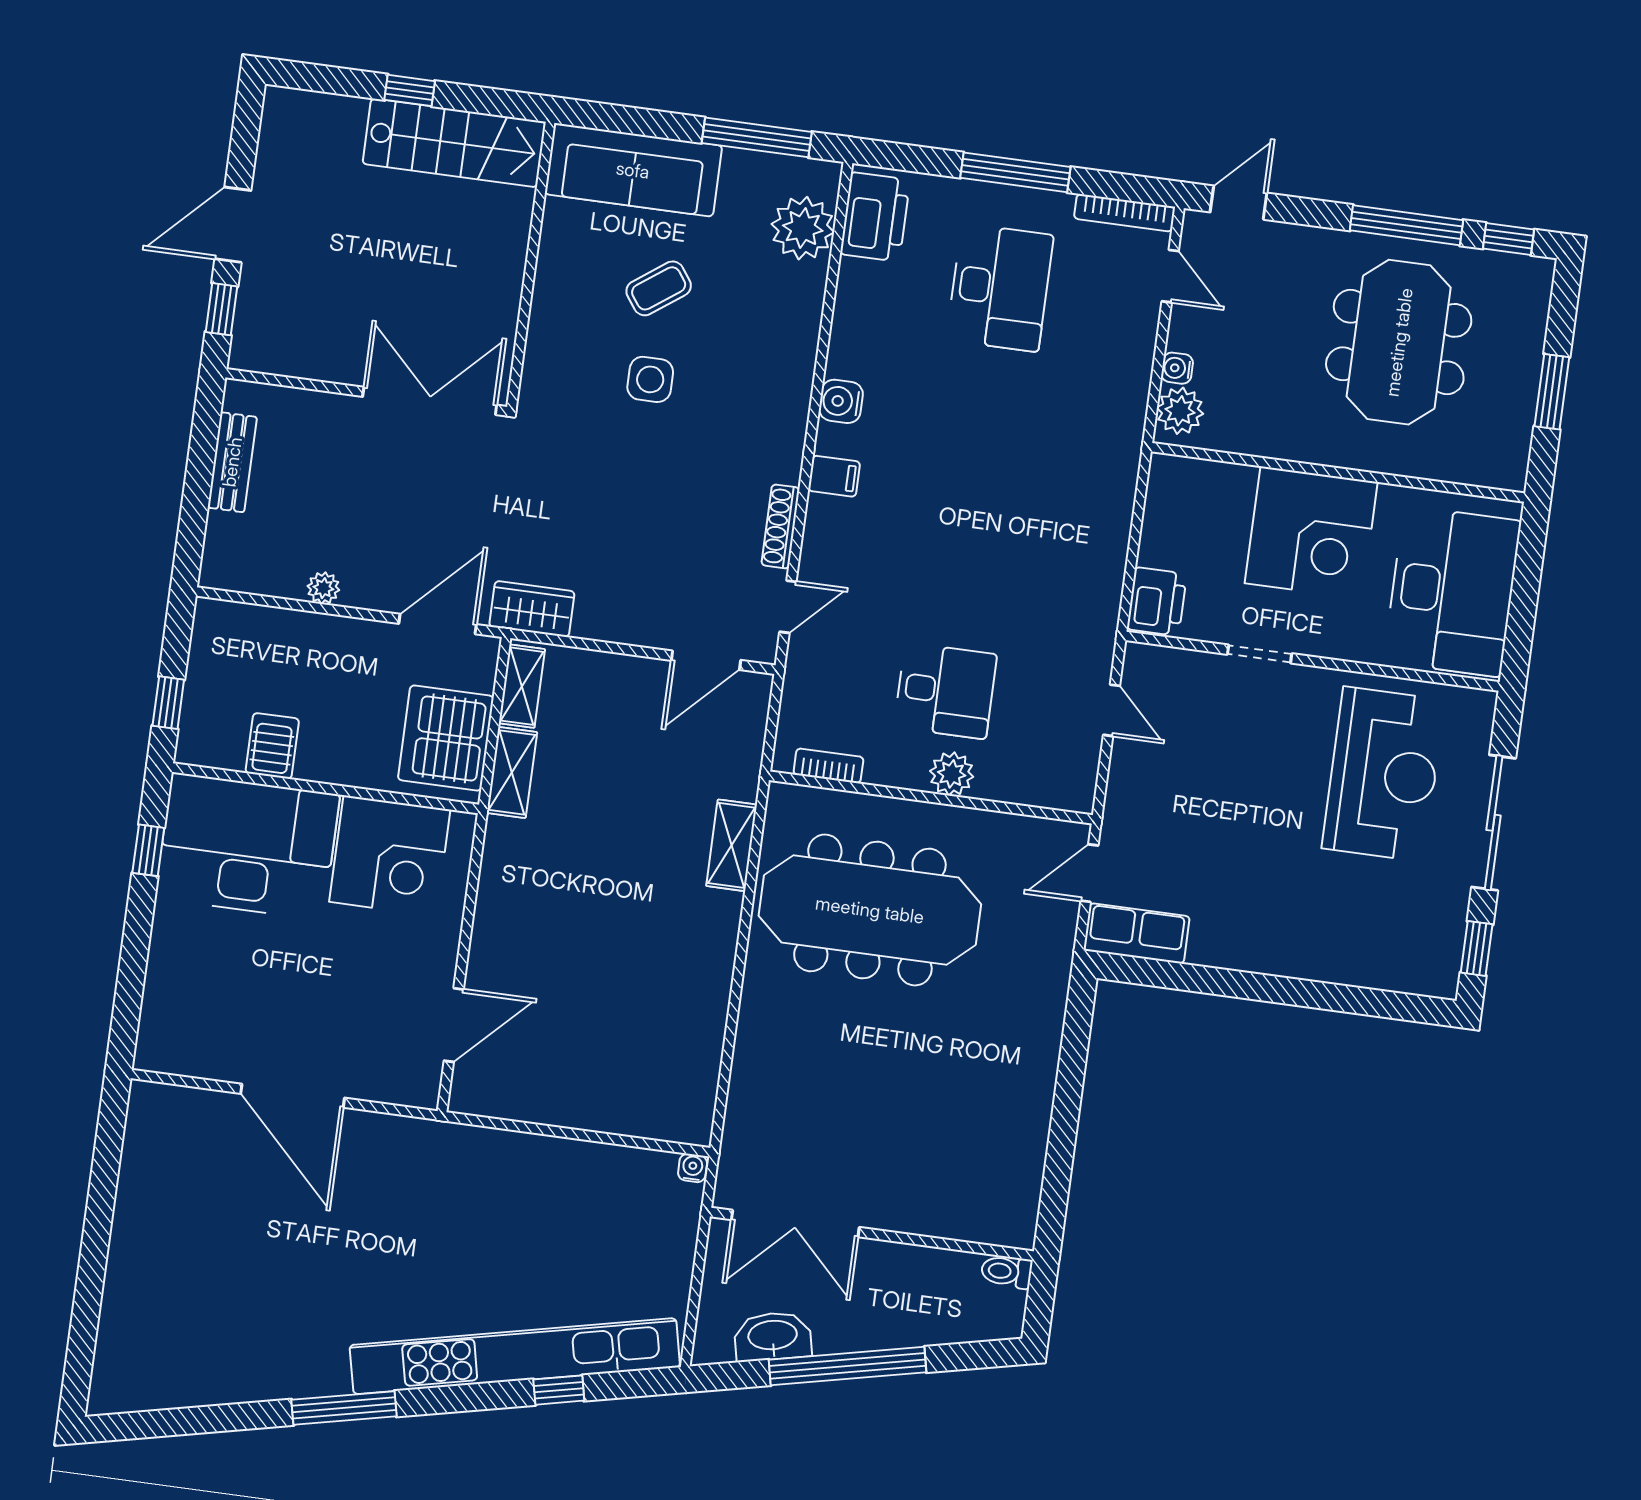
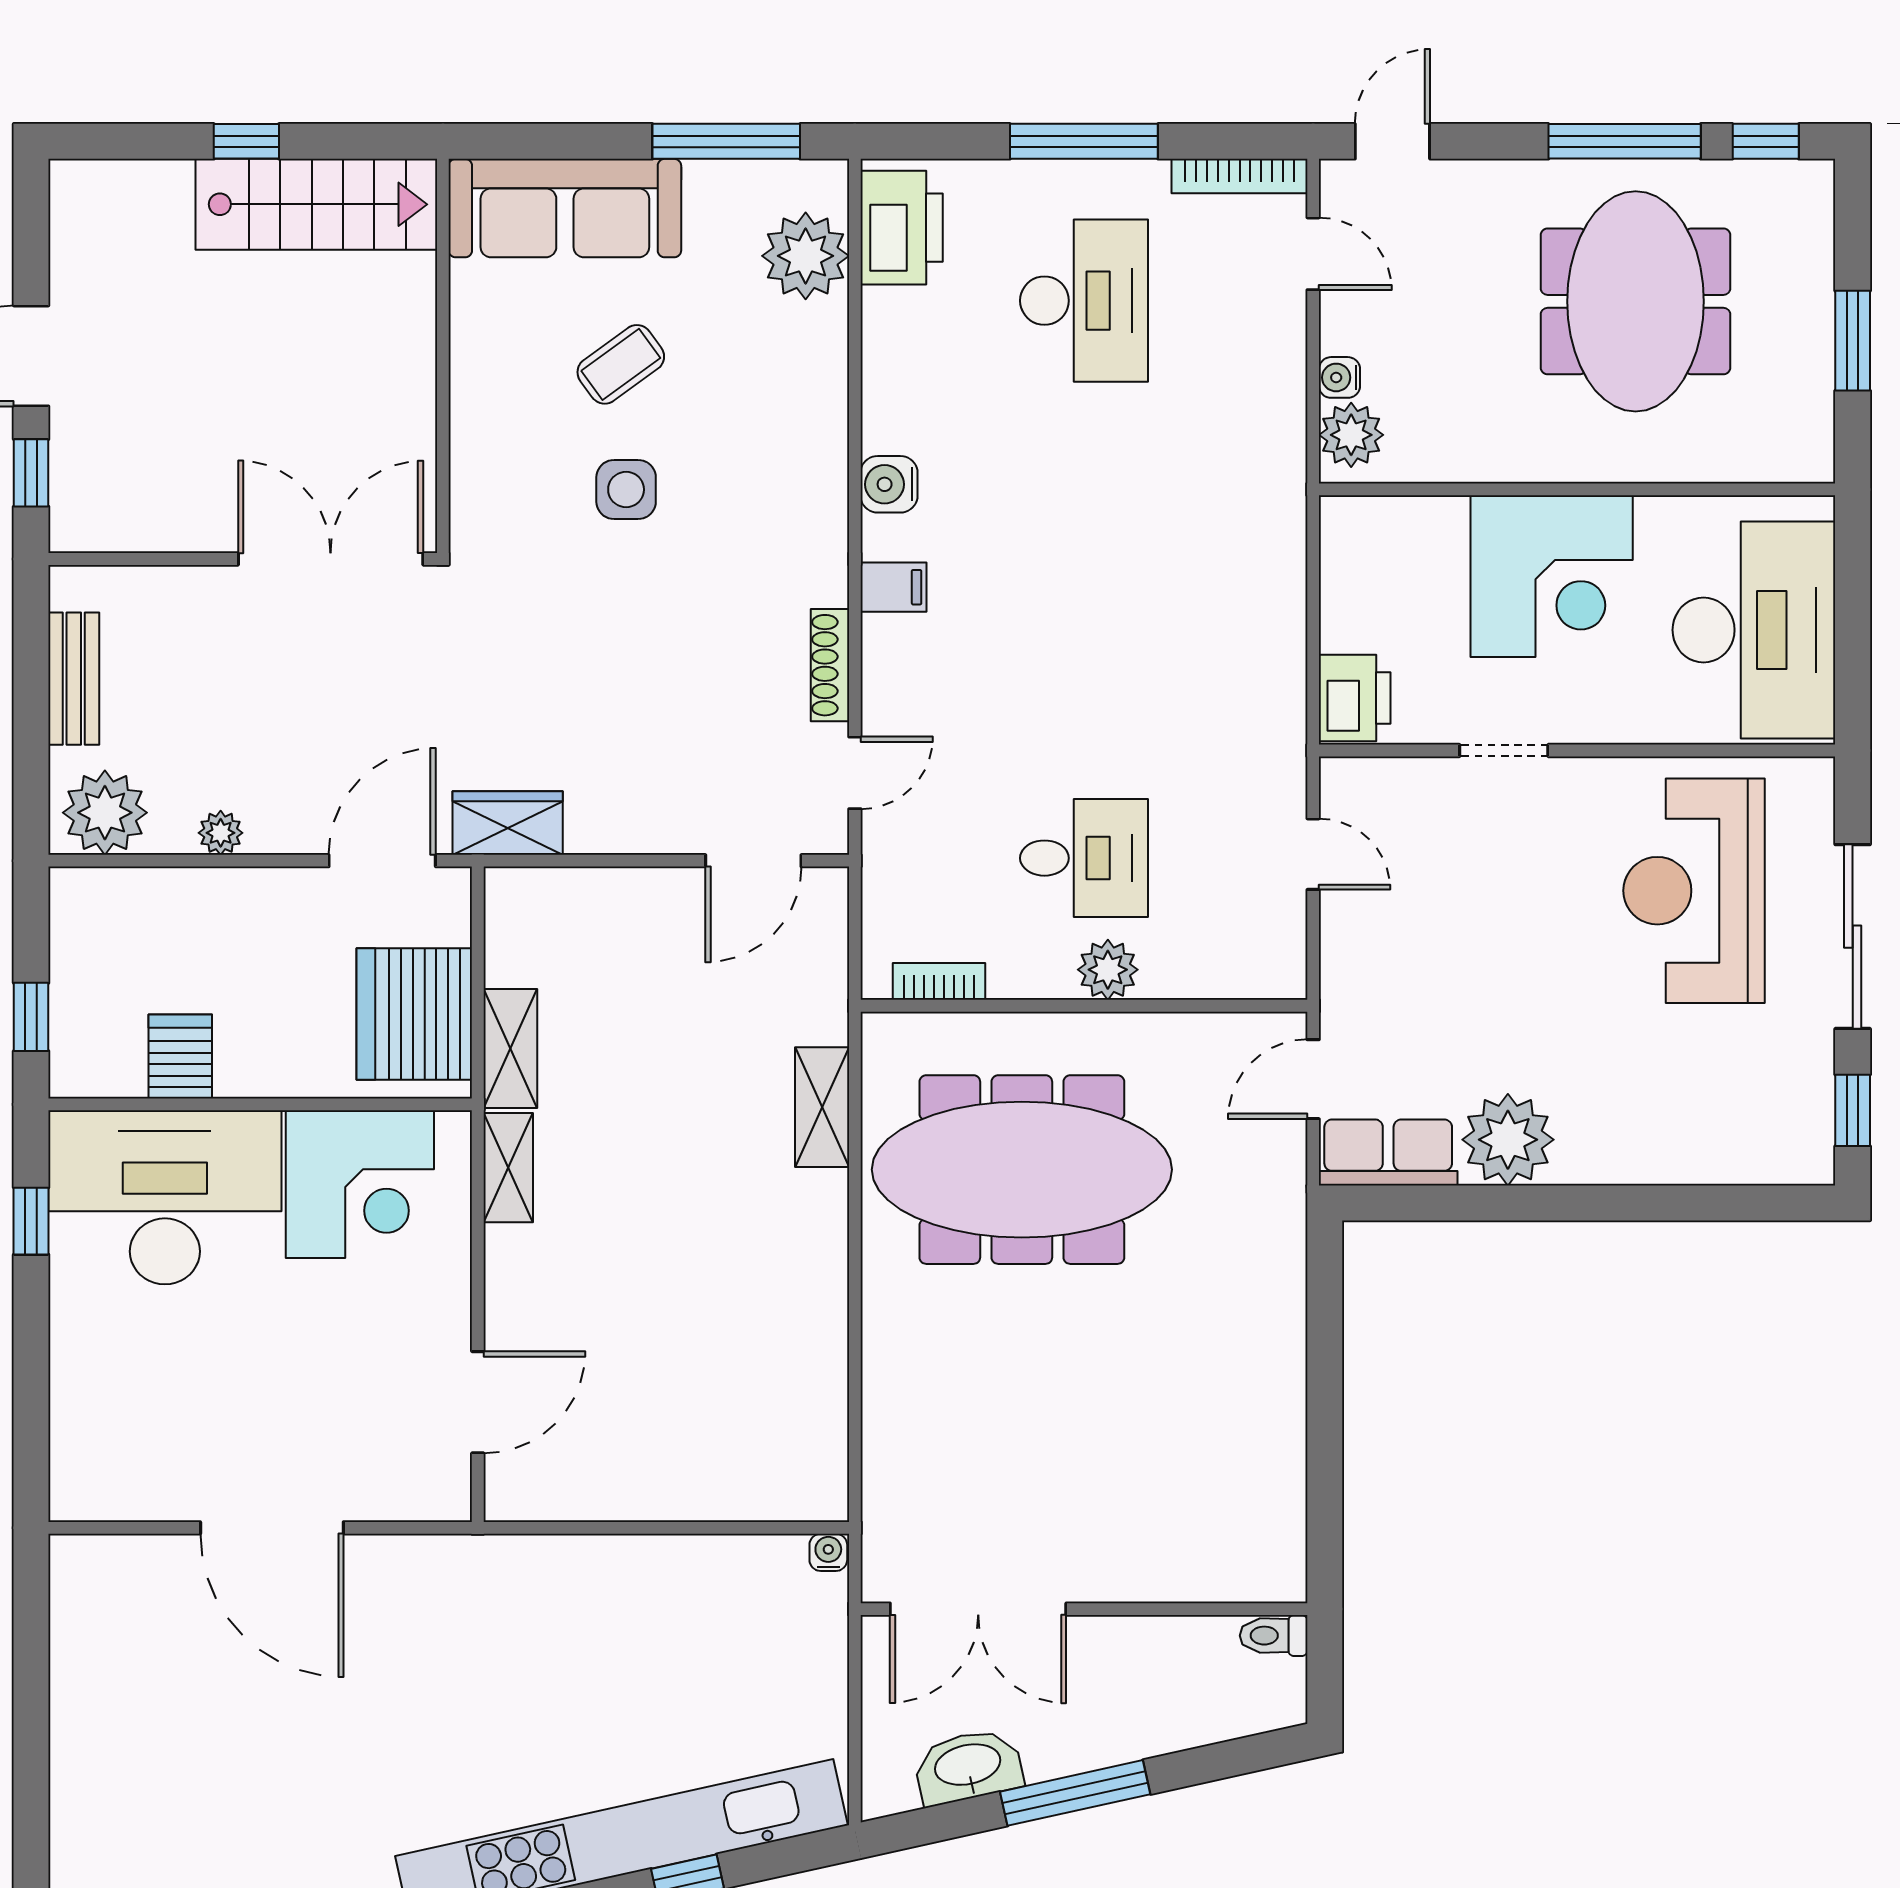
plant: (242, 562) -> (105, 813), added
shelving: (522, 686) -> (508, 1168), moved
reception desk: (1383, 774) -> (1694, 891), turned 180
plant: (1224, 936) -> (1508, 1140), added
window: (848, 1366) -> (1075, 1793), width x0.68

